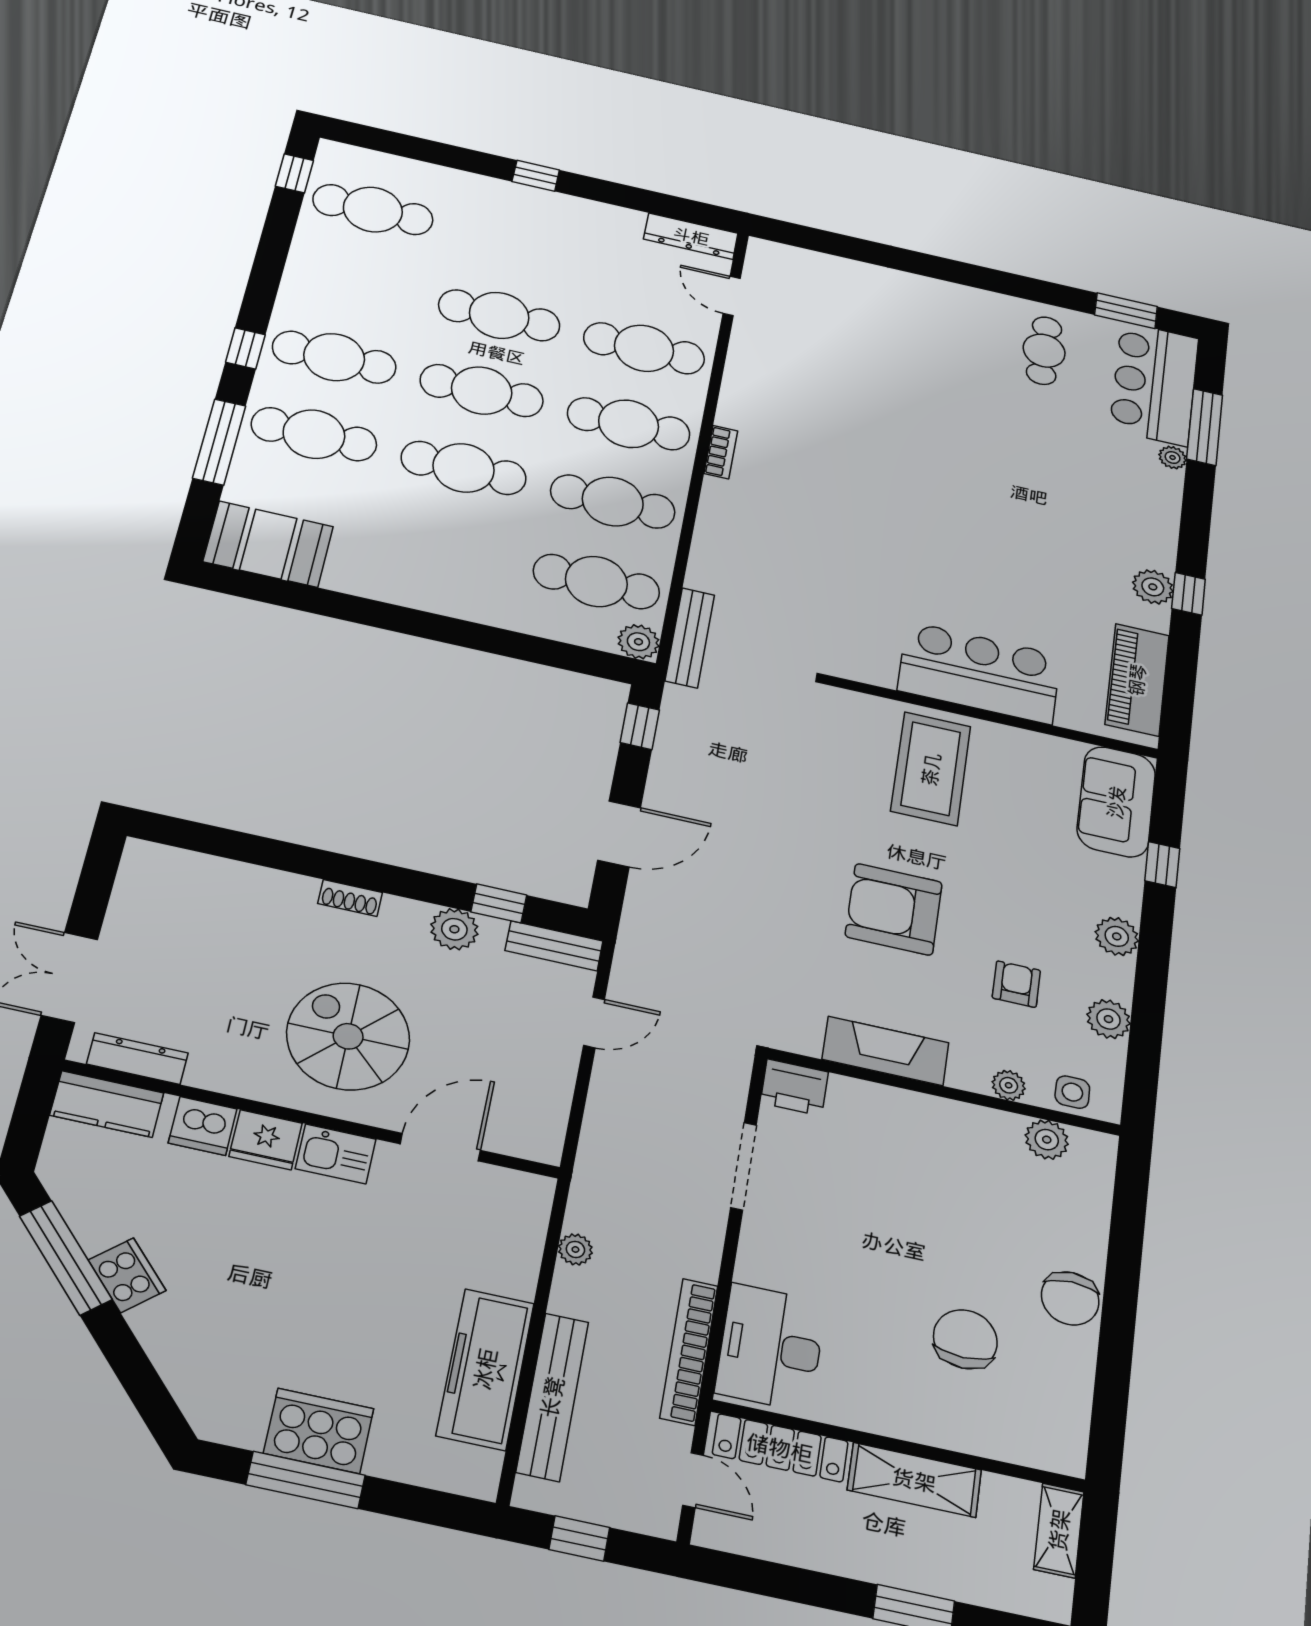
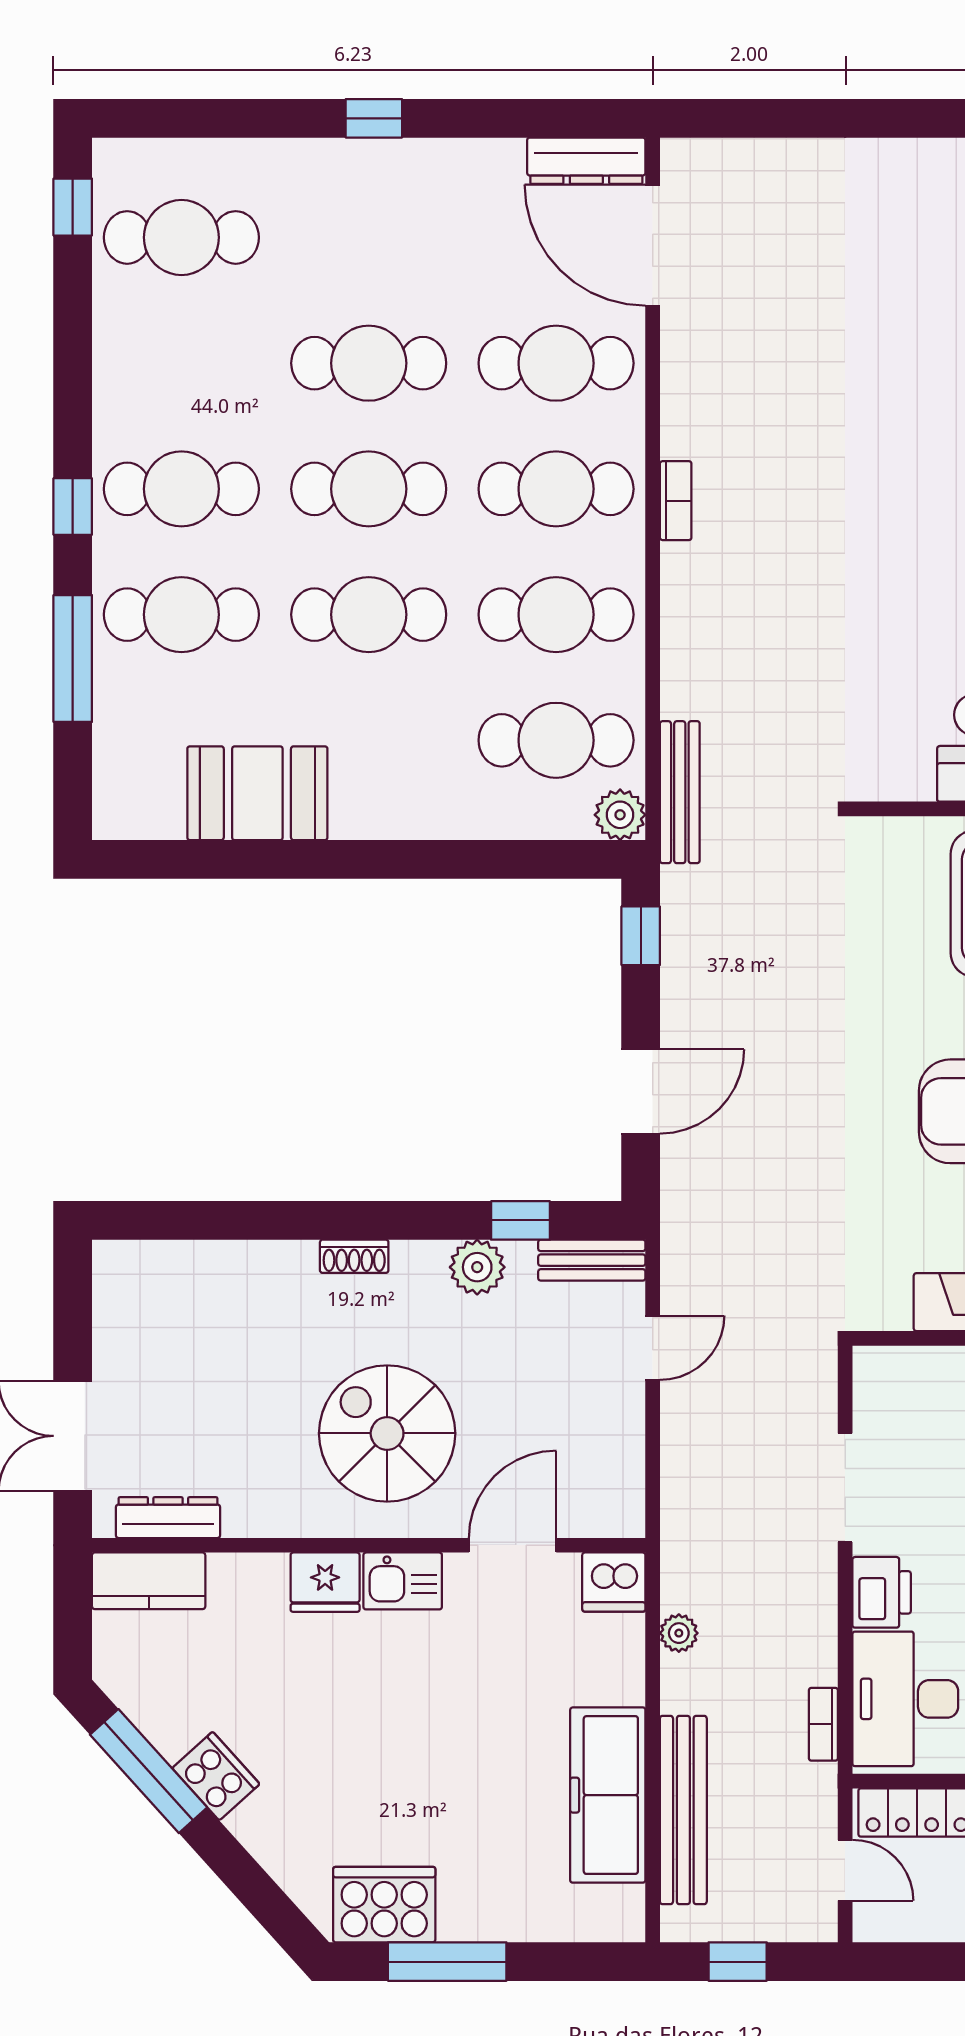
door: (732, 296) -> (653, 245), width x1.87
booth: (268, 544) -> (257, 793), moved
printer: (794, 1087) -> (882, 1592), moved, turned -90
dishwasher: (203, 1126) -> (614, 1582), moved
bookcase: (689, 1351) -> (823, 1724), width x0.43, depth x0.76
cooker: (319, 1431) -> (384, 1905), moved

